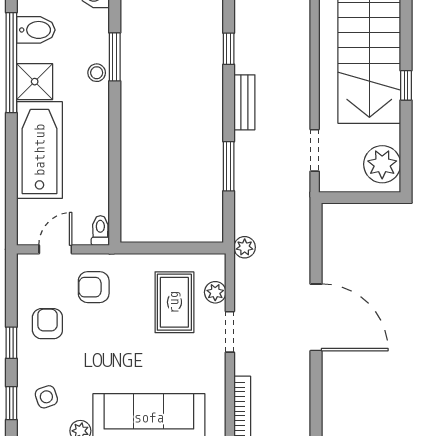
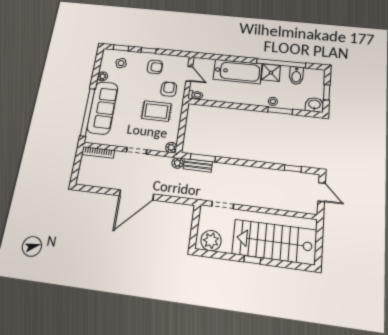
window: (229, 49) -> (293, 168), moved
bench: (244, 102) -> (198, 165), moved
window: (229, 166) -> (203, 158), moved
plant: (215, 292) -> (171, 148), moved
rug: (174, 302) -> (156, 111), moved

